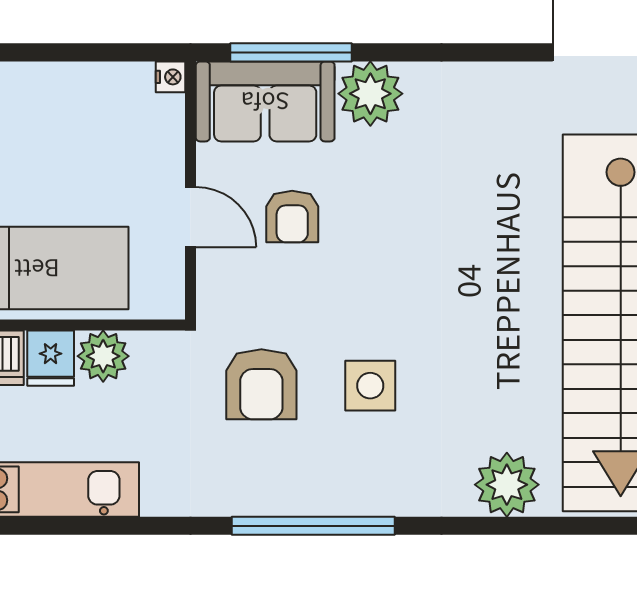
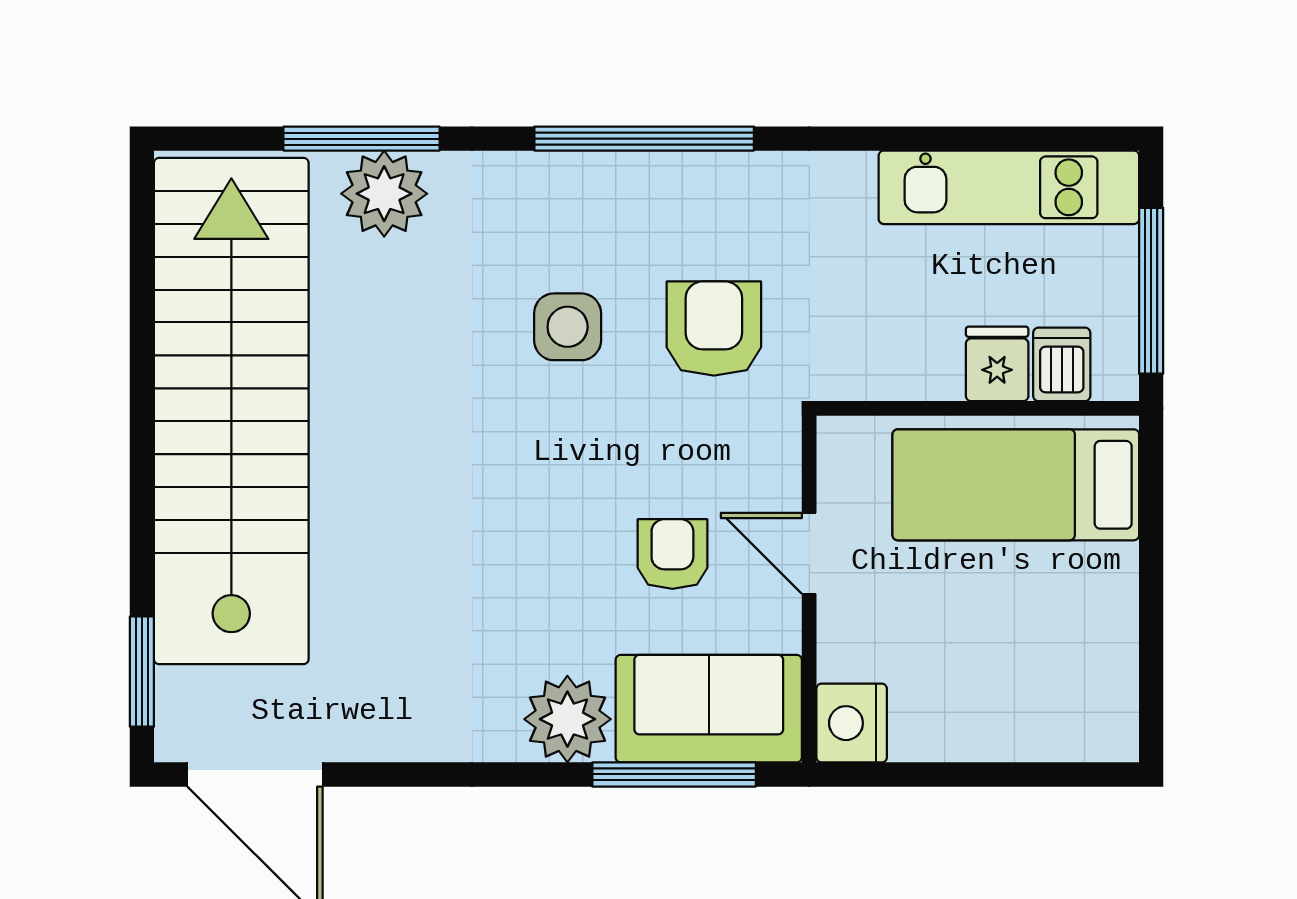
nightstand: (170, 77) -> (852, 723), width x1.89, depth x1.79
plant: (103, 356) -> (926, 367), removed
window: (524, 526) -> (362, 139), added

